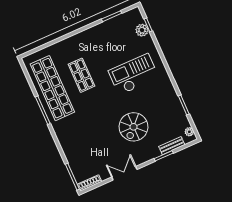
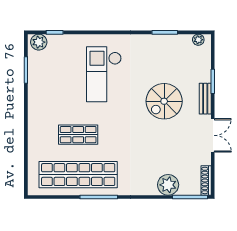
plant: (142, 30) -> (39, 42), moved
spiral stairs: (134, 127) -> (164, 101), turned 90
bench: (172, 146) -> (205, 99), moved
plant: (74, 157) -> (168, 185), added
double door: (124, 173) -> (213, 135), swing flipped

